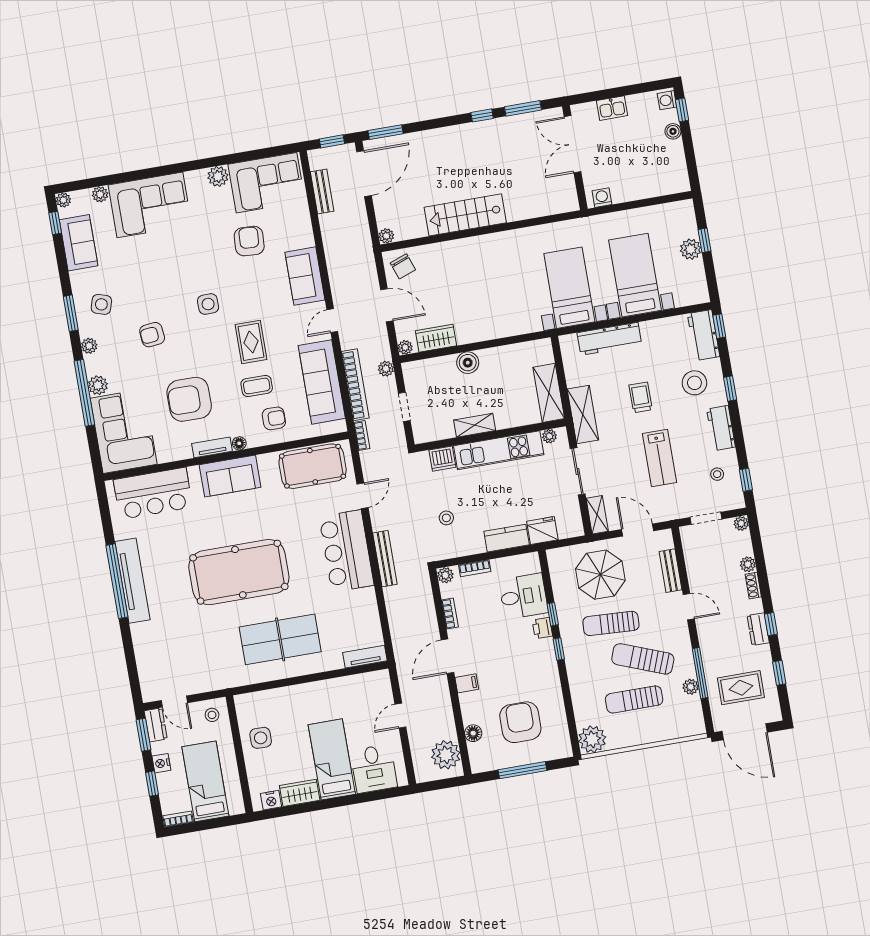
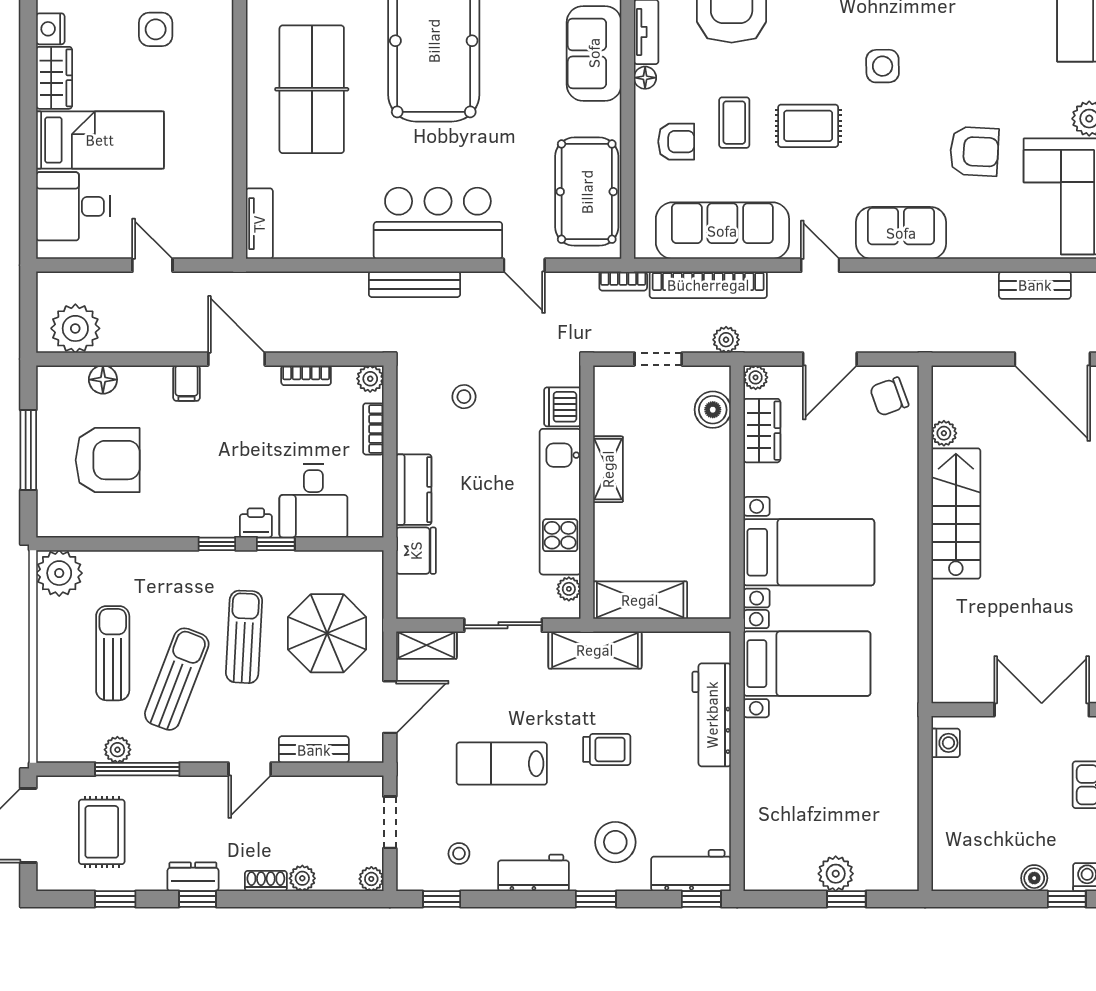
plant: (386, 236) -> (944, 433), moved
bed with nightstands: (635, 275) -> (809, 552), moved
boiler: (468, 363) -> (713, 410), moved
armchair: (274, 418) -> (676, 142), turned -90

